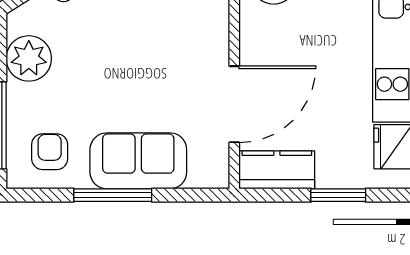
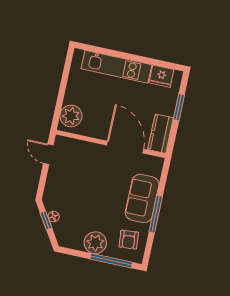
plant: (29, 58) -> (95, 243), moved
armchair: (50, 152) -> (129, 240), turned -95

